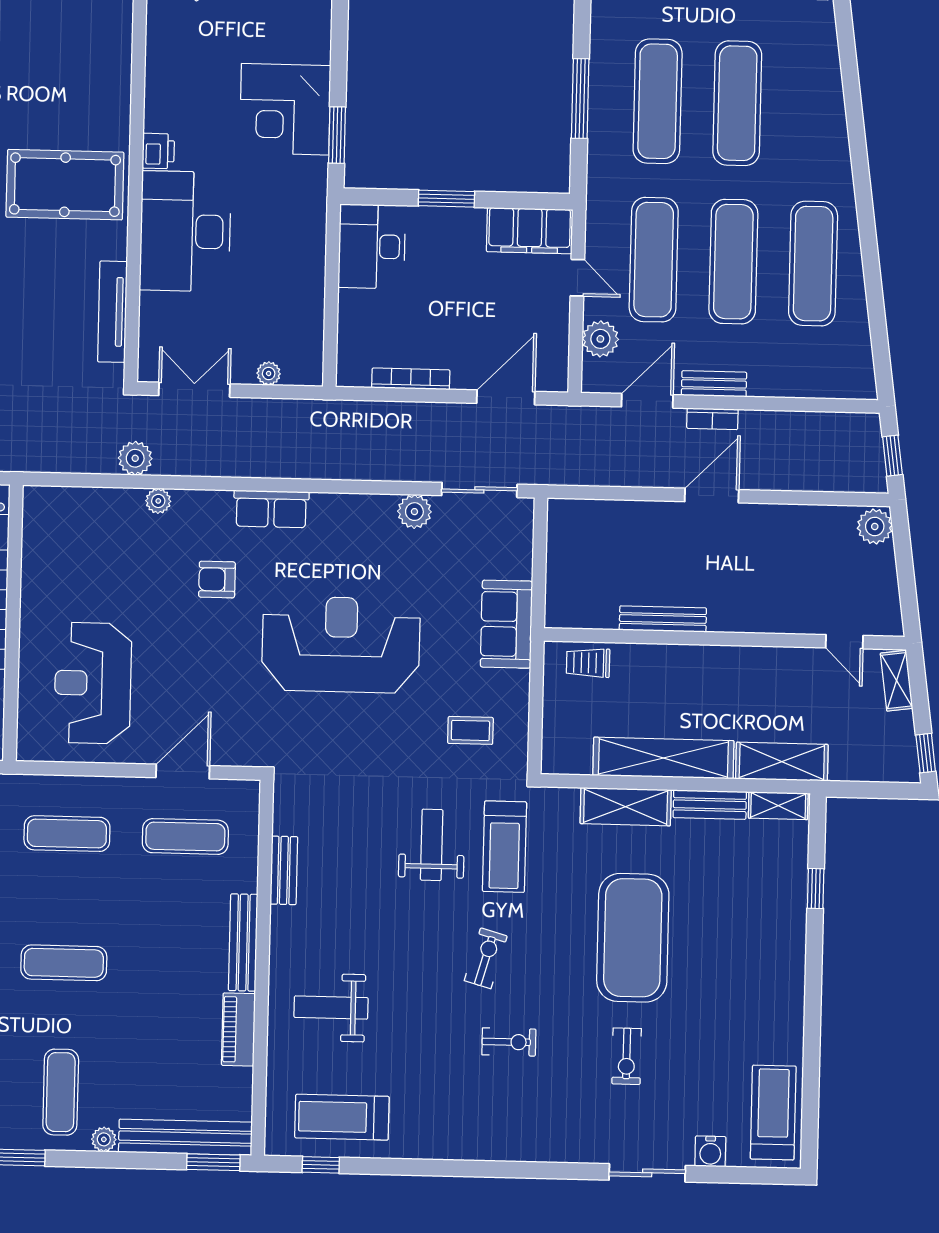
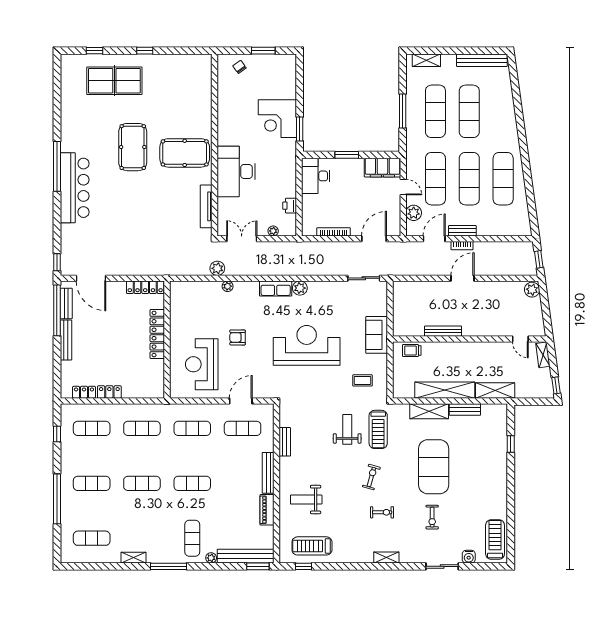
printer: (158, 151) -> (290, 206), moved, turned 180
plant: (414, 512) -> (300, 288), moved
armchair: (217, 580) -> (238, 337), moved
shelving: (778, 806) -> (386, 557), moved

